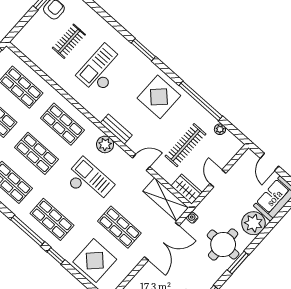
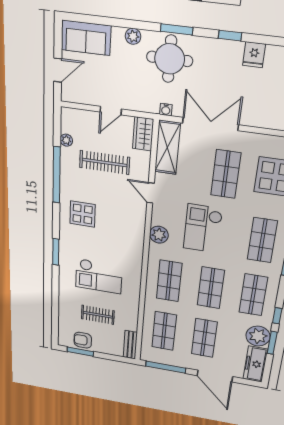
display table: (159, 97) -> (83, 214), width x0.73, depth x0.73
bench: (116, 129) -> (130, 345), moved
plant: (253, 223) -> (133, 36), width x0.53, depth x0.53

